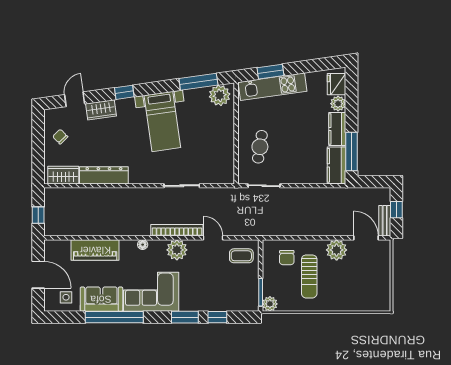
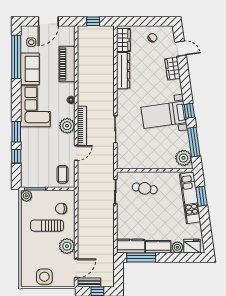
window: (124, 92) -> (189, 111), moved
side table: (377, 280) -> (44, 277), added
window: (114, 317) -> (16, 57), moved

